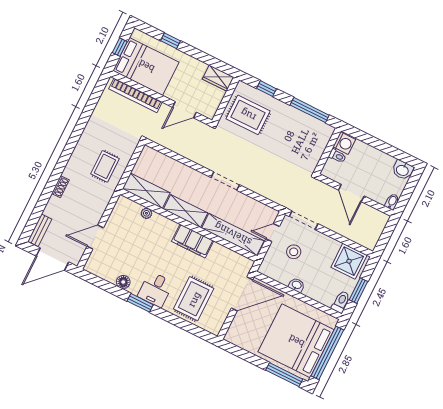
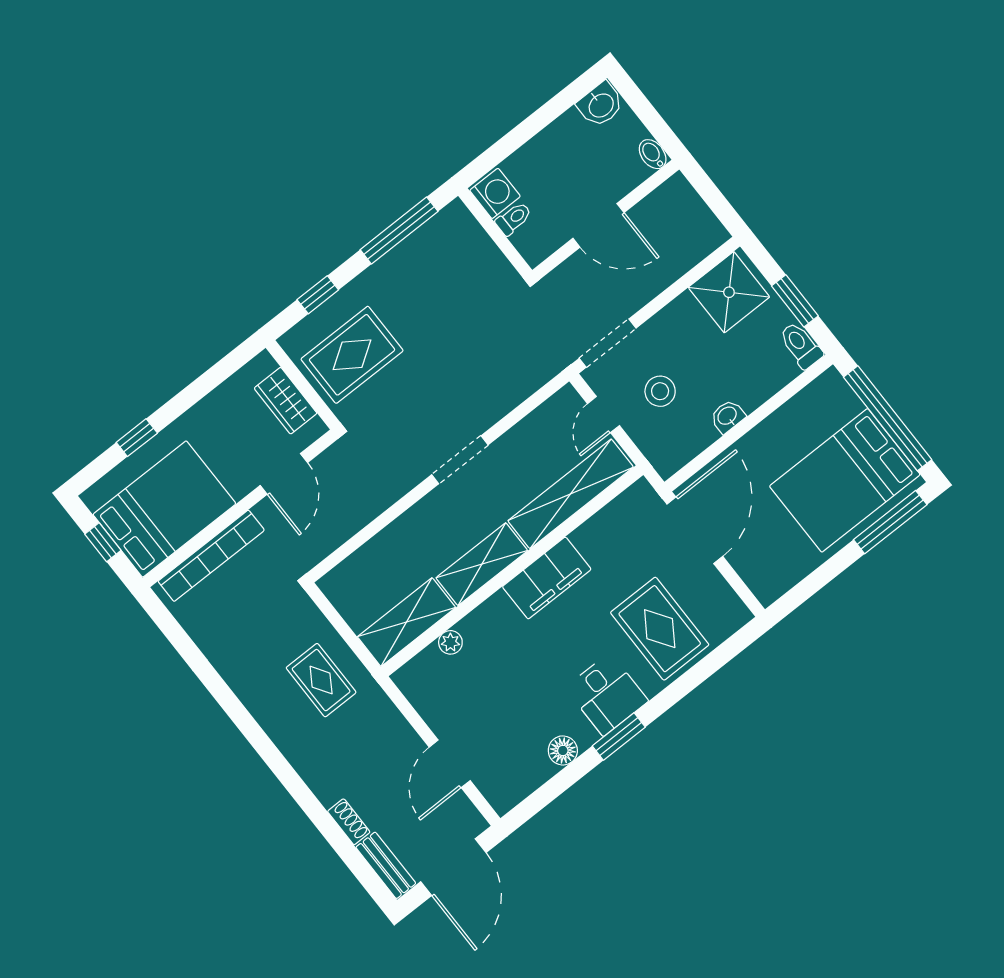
wardrobe: (218, 78) -> (286, 401), moved, turned 90
shoe rack: (60, 187) -> (349, 822), moved
bed: (296, 341) -> (845, 480), width x0.73

